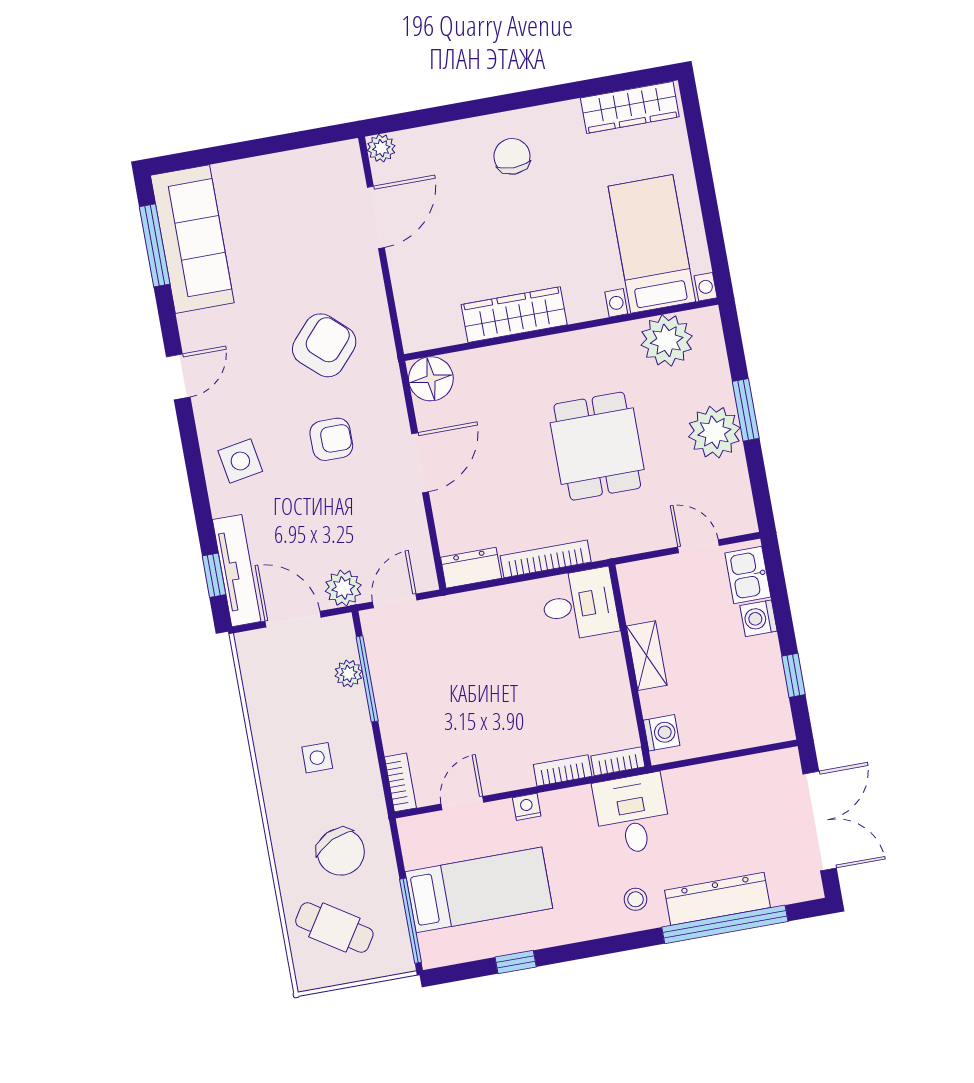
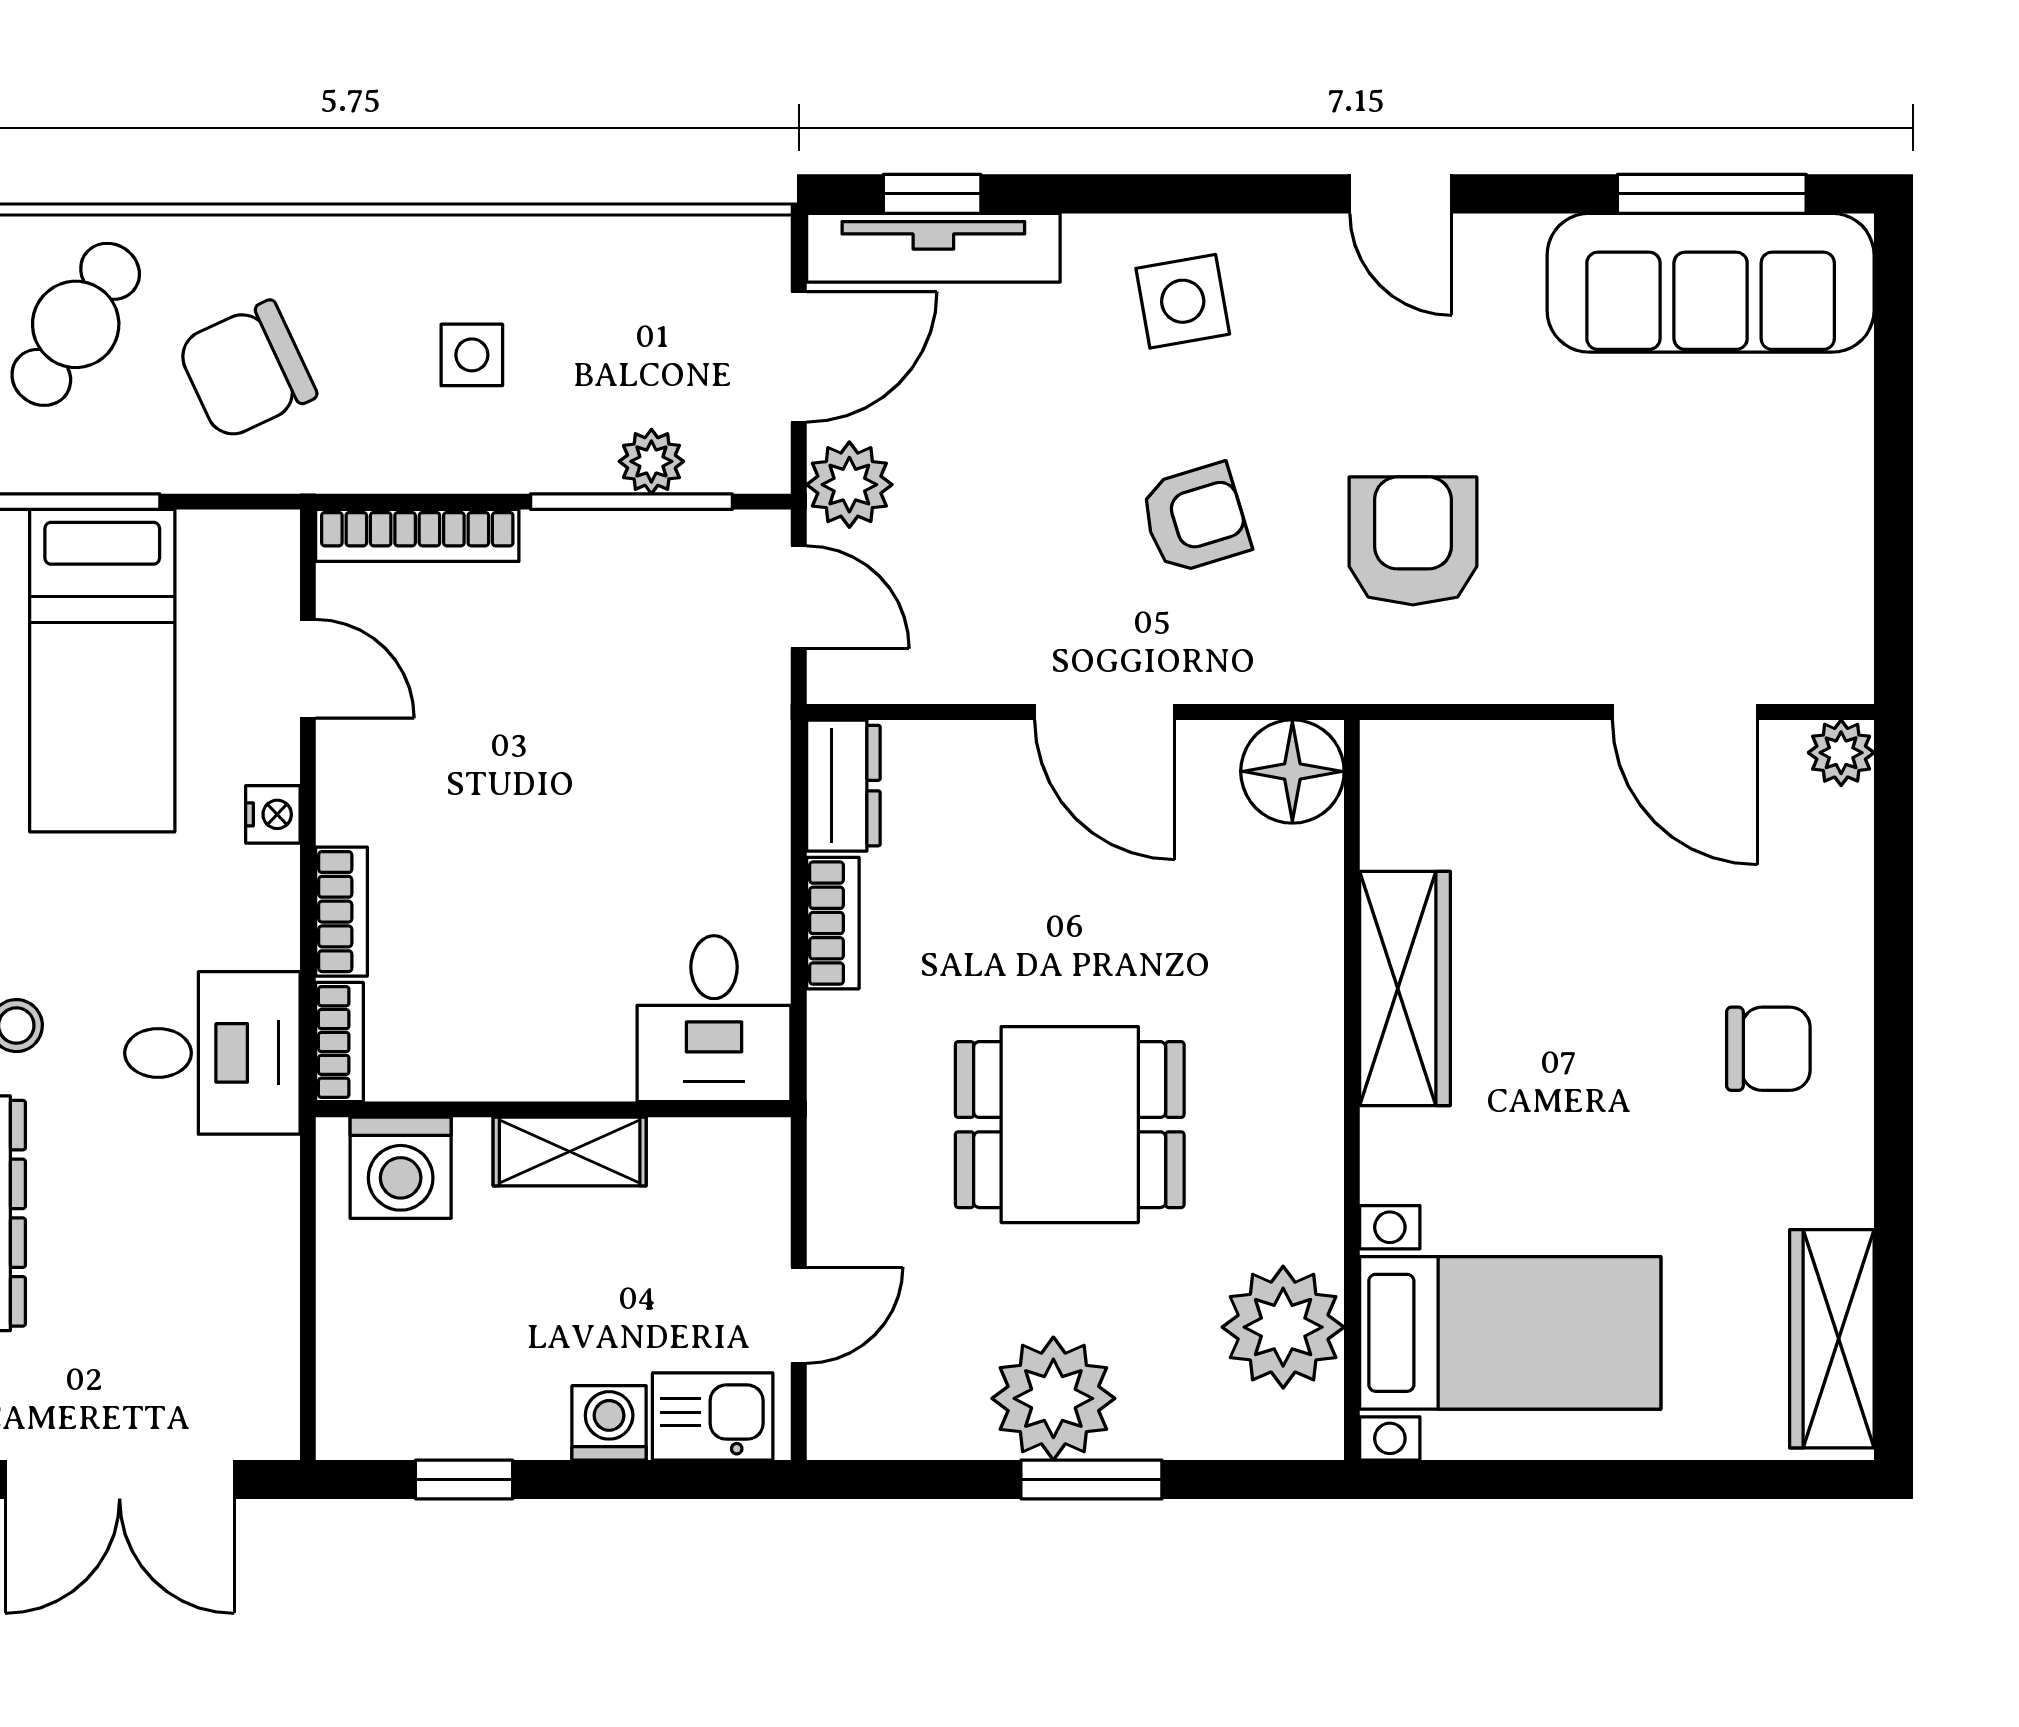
armchair: (324, 345) -> (1413, 541), turned -132
armchair: (331, 439) -> (1195, 518), turned -107
bookcase: (546, 559) -> (833, 923), width x0.64
washing machine: (662, 733) -> (401, 1168), width x1.38, depth x1.38
bookcase: (400, 782) -> (417, 535), width x1.56

